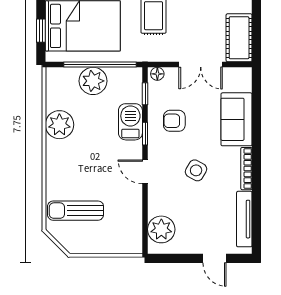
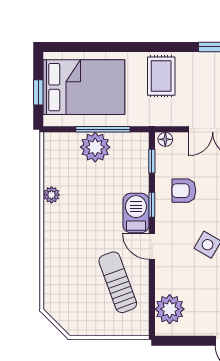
window: (100, 65) -> (103, 129), width x0.68
barbecue: (130, 122) -> (136, 213), moved
plant: (59, 125) -> (51, 195), width x0.53, depth x0.53
sun lounger: (76, 211) -> (118, 282), moved, turned 70

